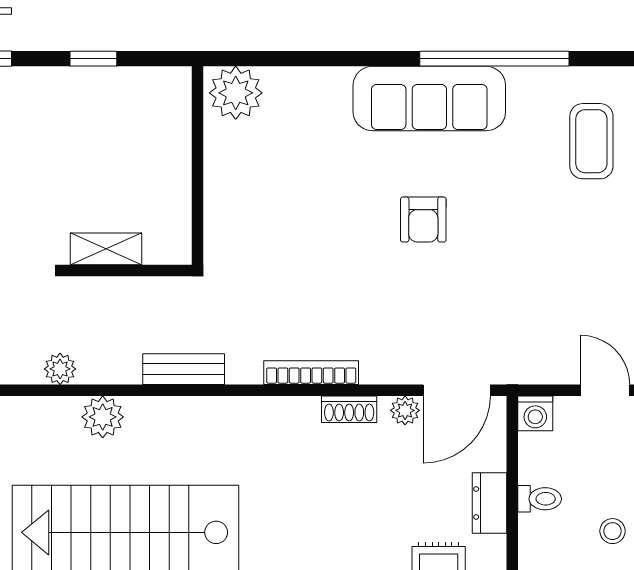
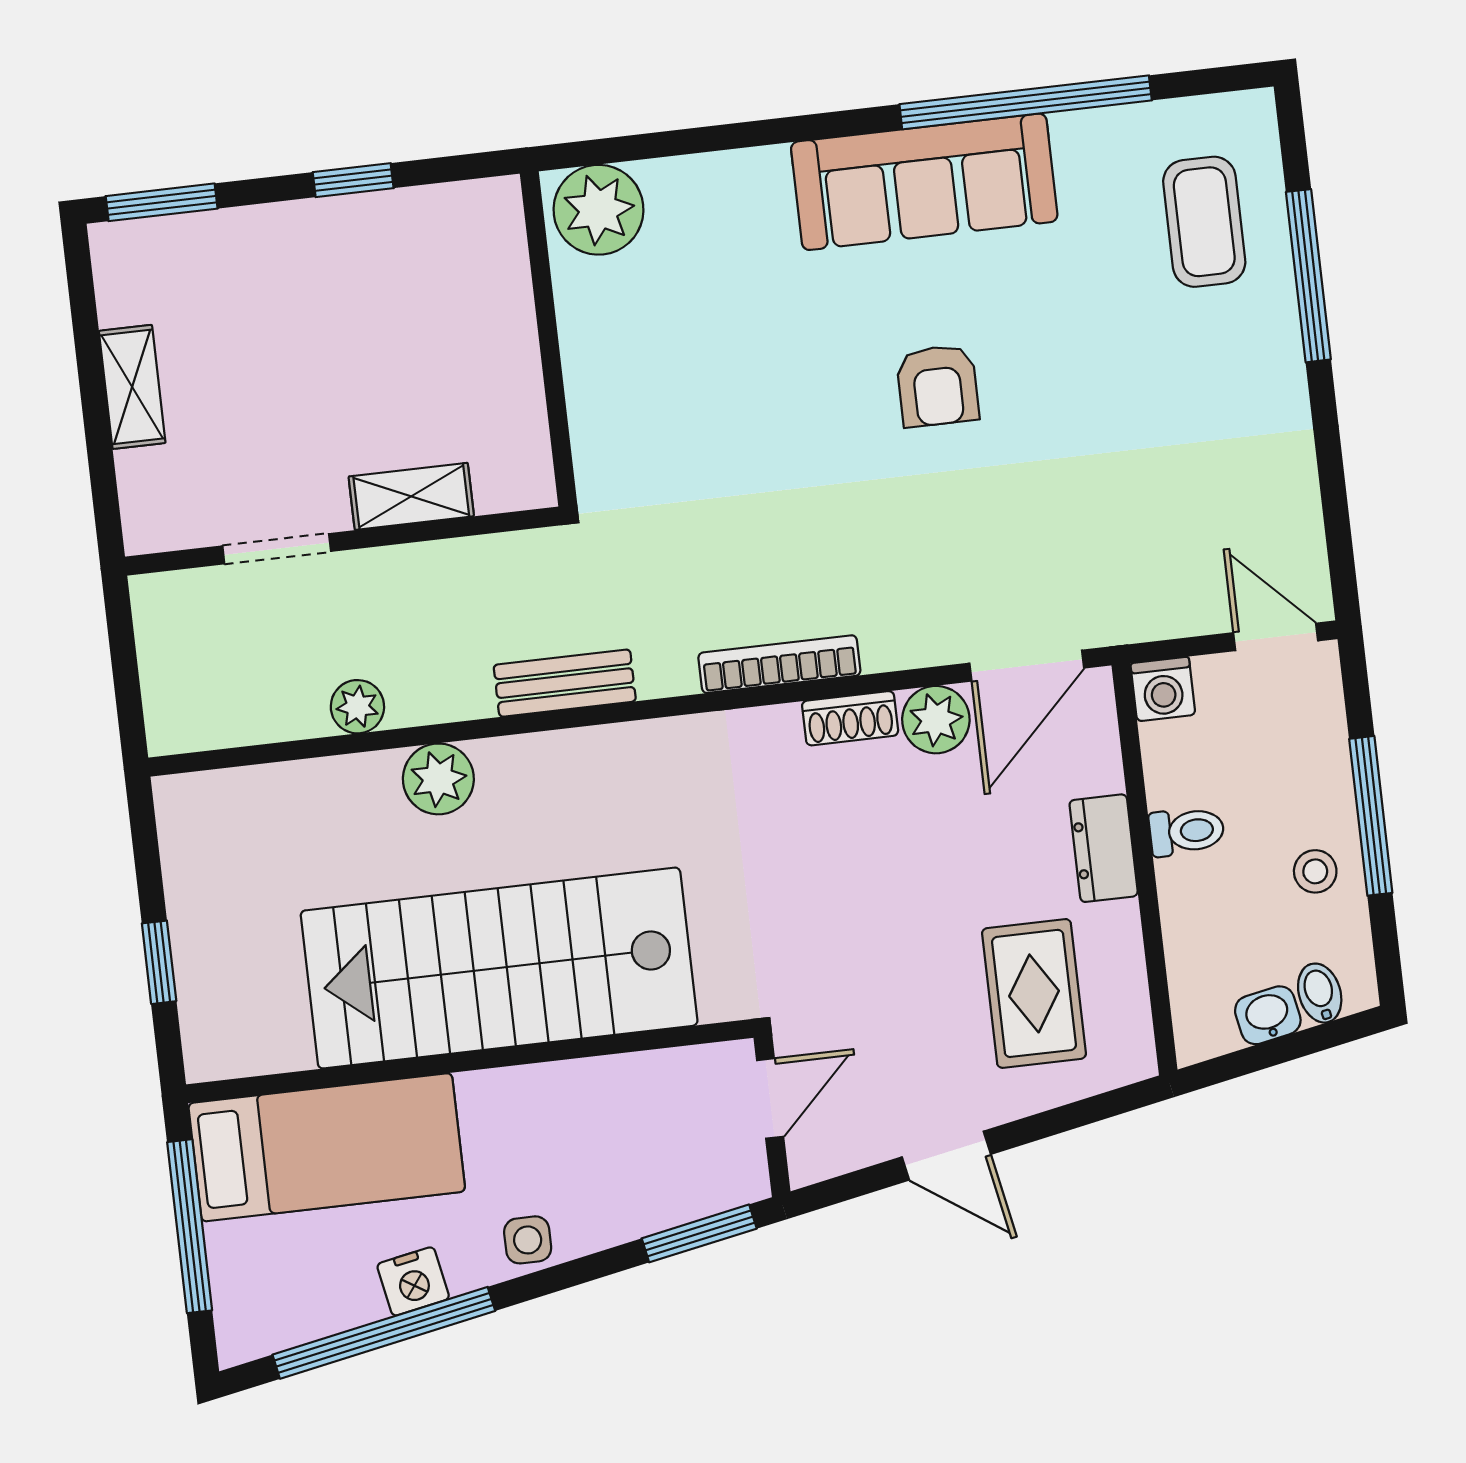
plant: (405, 410) -> (936, 720), width x1.38, depth x1.38

